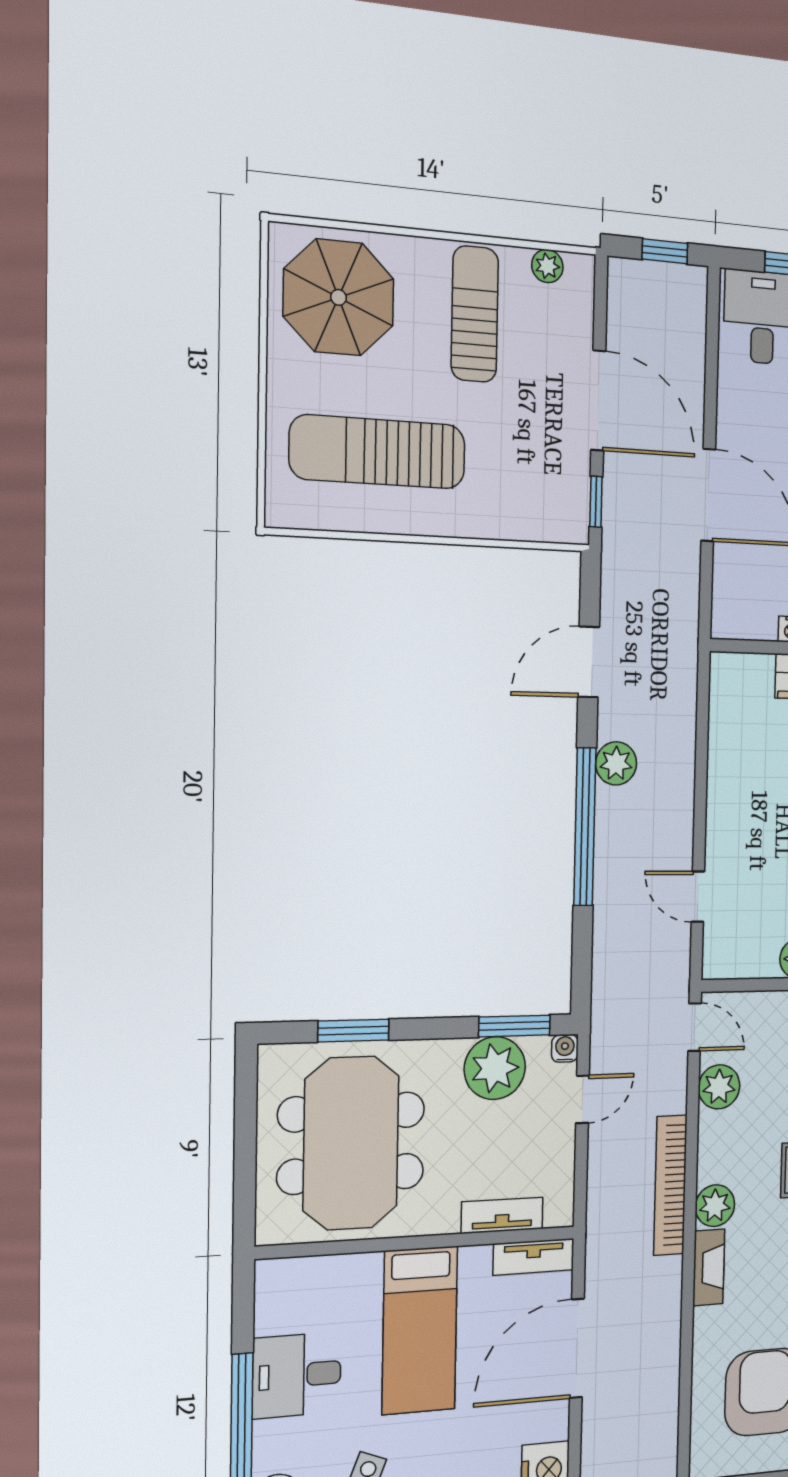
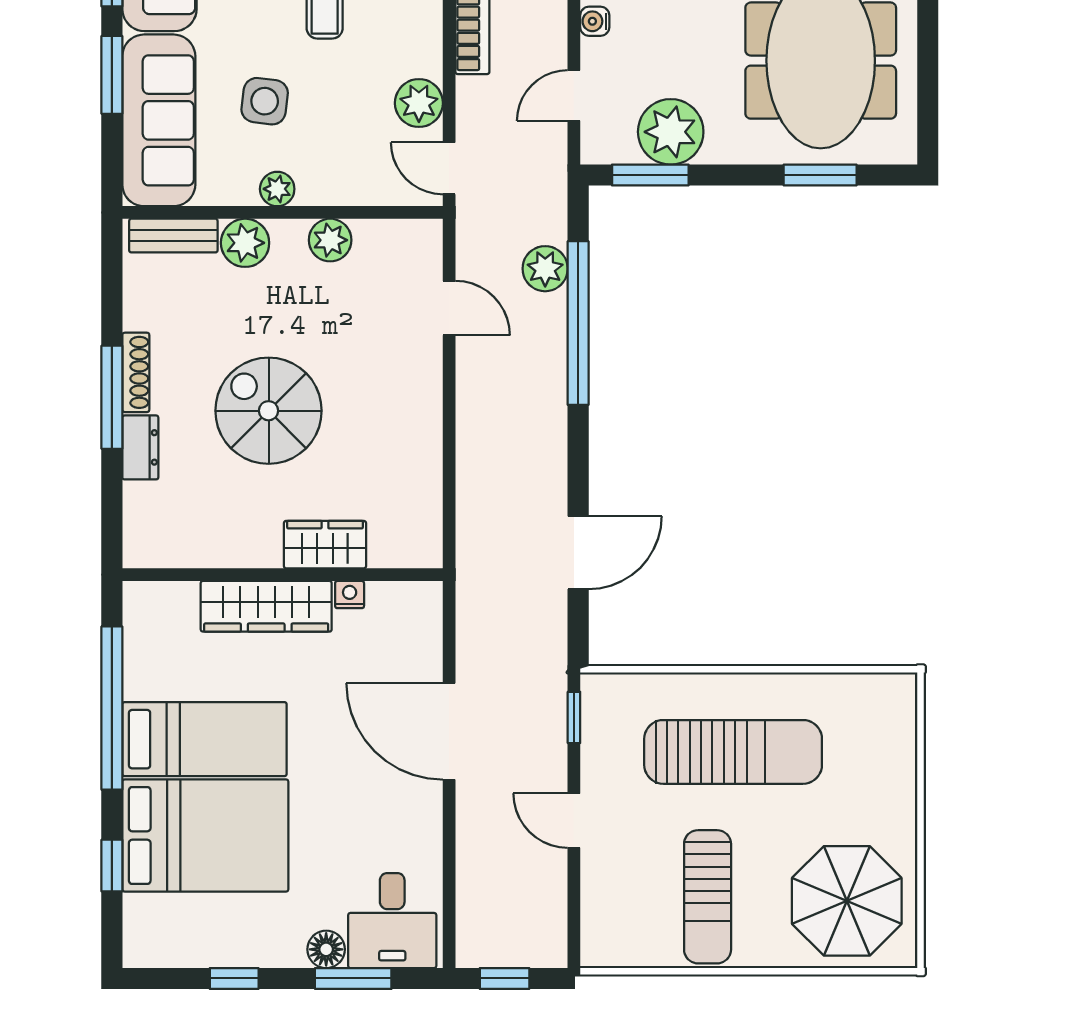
plant: (547, 266) -> (632, 951), removed
door: (598, 400) -> (574, 821), width x0.53
sun lounger: (378, 452) -> (733, 752), moved
plant: (616, 763) -> (545, 269), moved
window: (585, 827) -> (578, 323), moved
water cooler: (565, 1048) -> (595, 21), moved, turned 90

